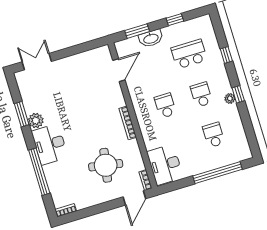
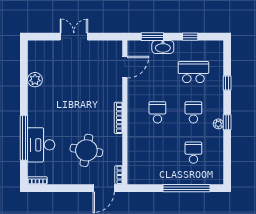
double door: (37, 62) -> (74, 37), moved
window: (22, 114) -> (24, 80), removed
plant: (36, 121) -> (35, 80), moved
desk: (50, 144) -> (41, 145), moved
desk: (165, 165) -> (141, 166), removed

